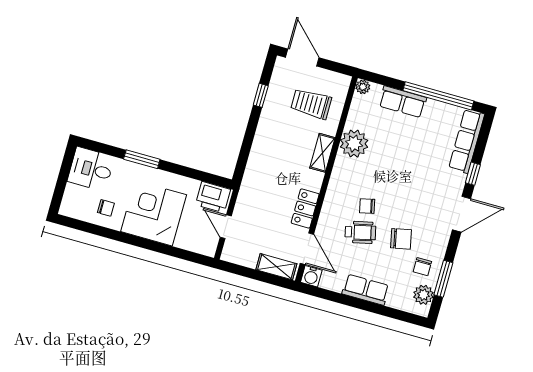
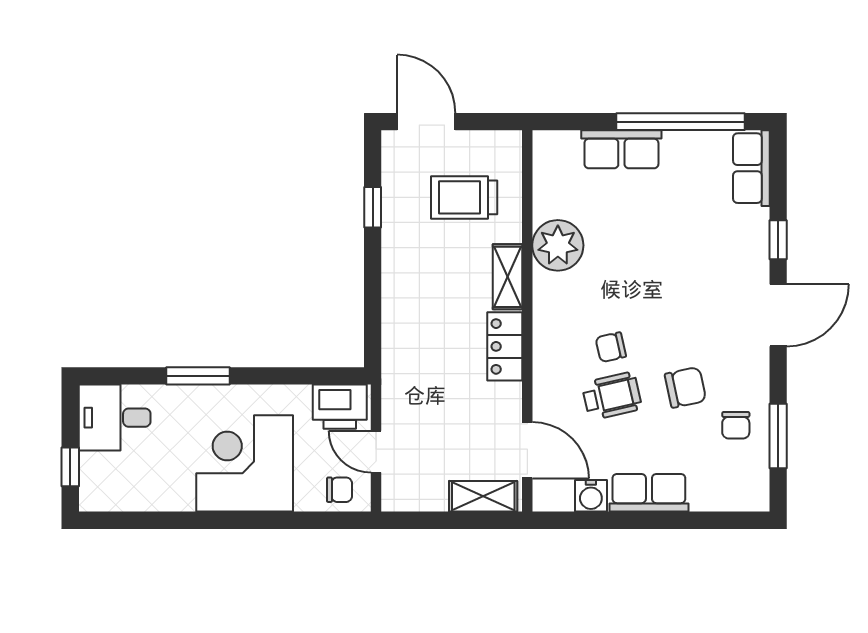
plant: (363, 87) -> (545, 143), removed
row of seats: (467, 141) -> (751, 168), width x0.68
window: (60, 189) -> (70, 467), added
chair: (106, 208) -> (339, 490), moved
locker: (305, 208) -> (505, 346), moved
water cooler: (311, 276) -> (591, 496), moved
plant: (423, 295) -> (751, 473), removed

